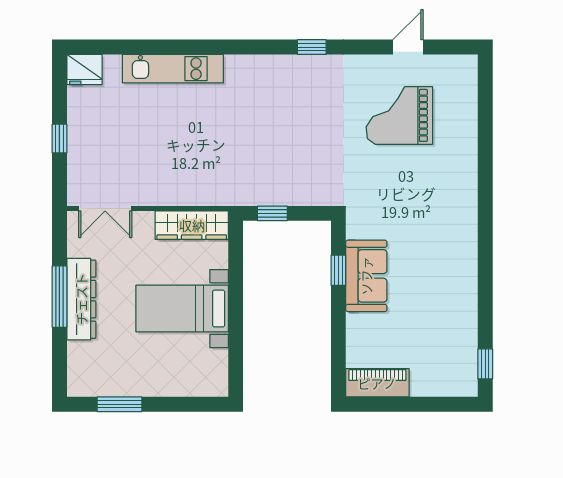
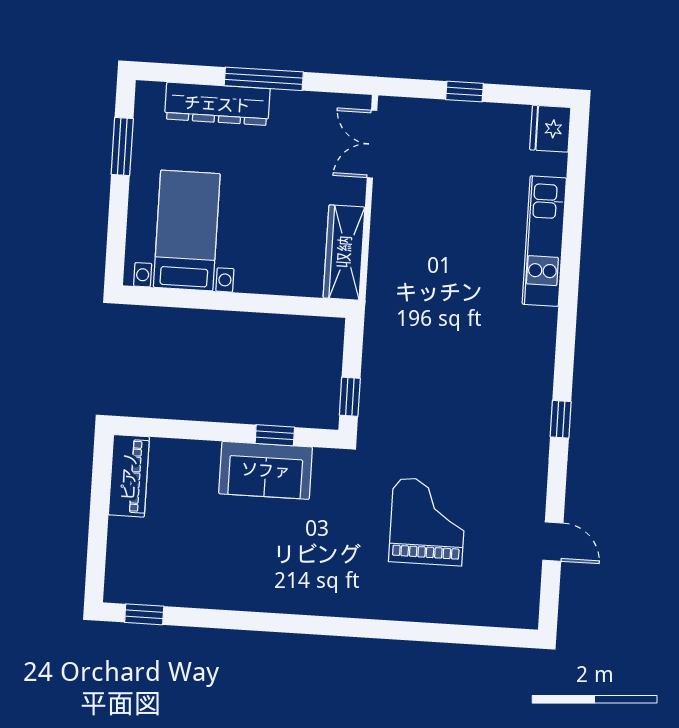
grand piano: (399, 115) -> (428, 522), moved
window: (272, 213) -> (350, 397), moved
dresser: (81, 299) -> (217, 104), moved
bed with nightstands: (182, 309) -> (187, 230), moved

